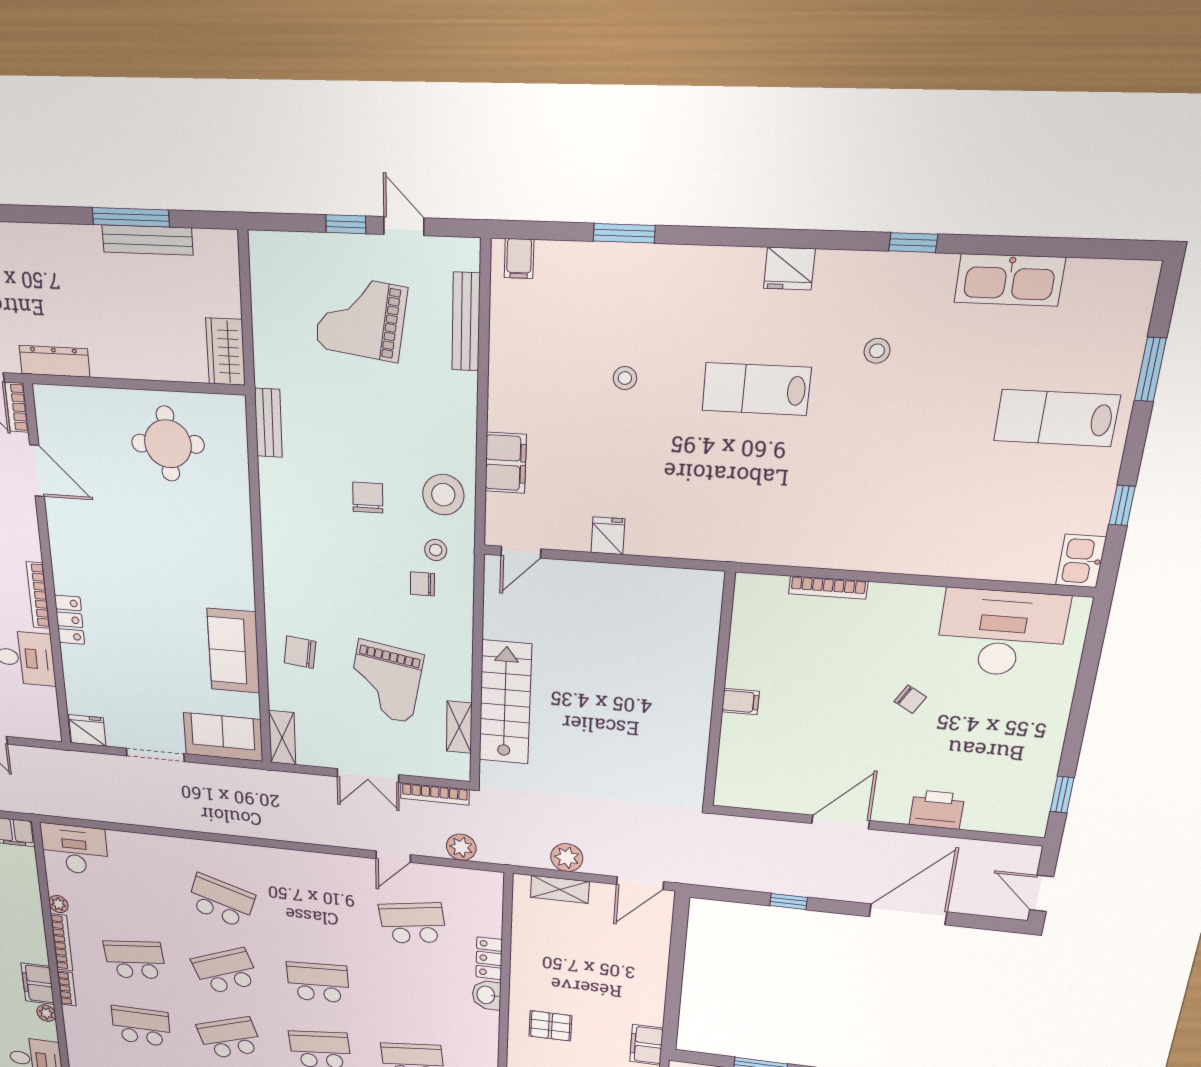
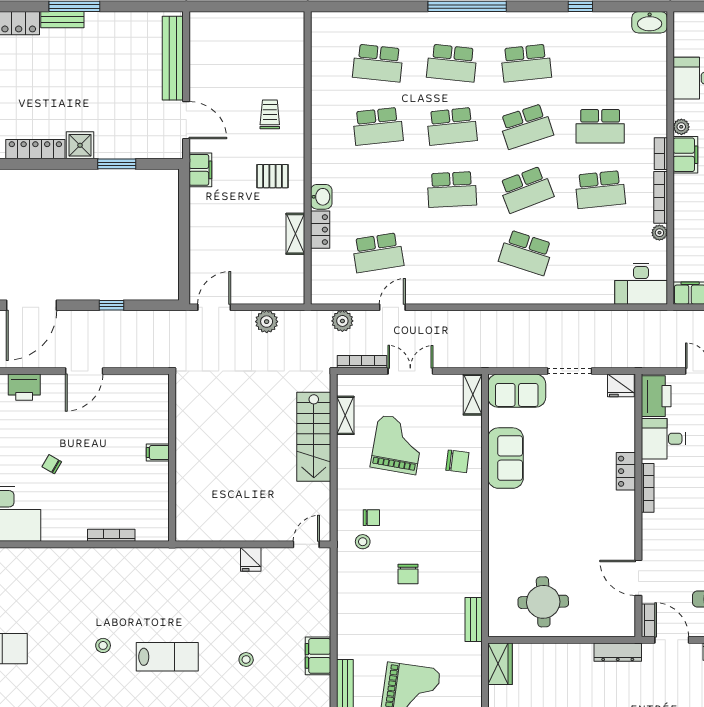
stool: (877, 351) -> (103, 645), moved
filing cabinet: (506, 463) -> (318, 656), moved
stool: (443, 495) -> (358, 579), removed
printer: (40, 713) -> (656, 396), added
shelving: (560, 889) -> (295, 234), moved, turned 90

